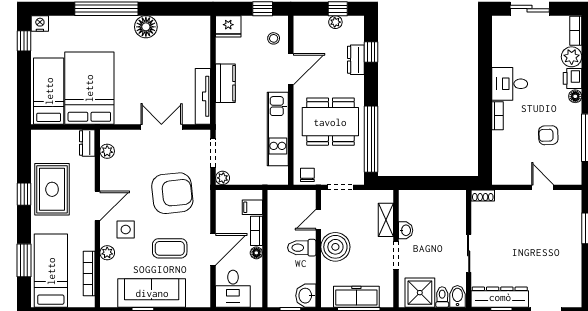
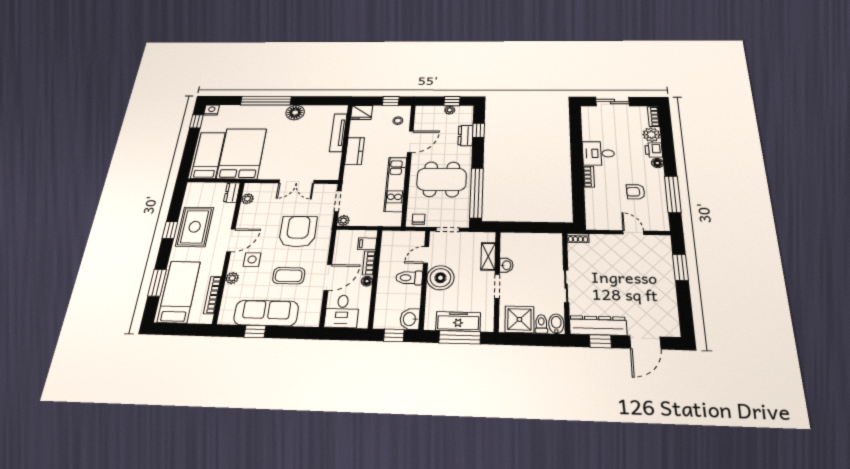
tv unit: (203, 96) -> (338, 133), moved
double door: (161, 127) -> (296, 182), swing flipped
armchair: (172, 193) -> (298, 231), turned -84

